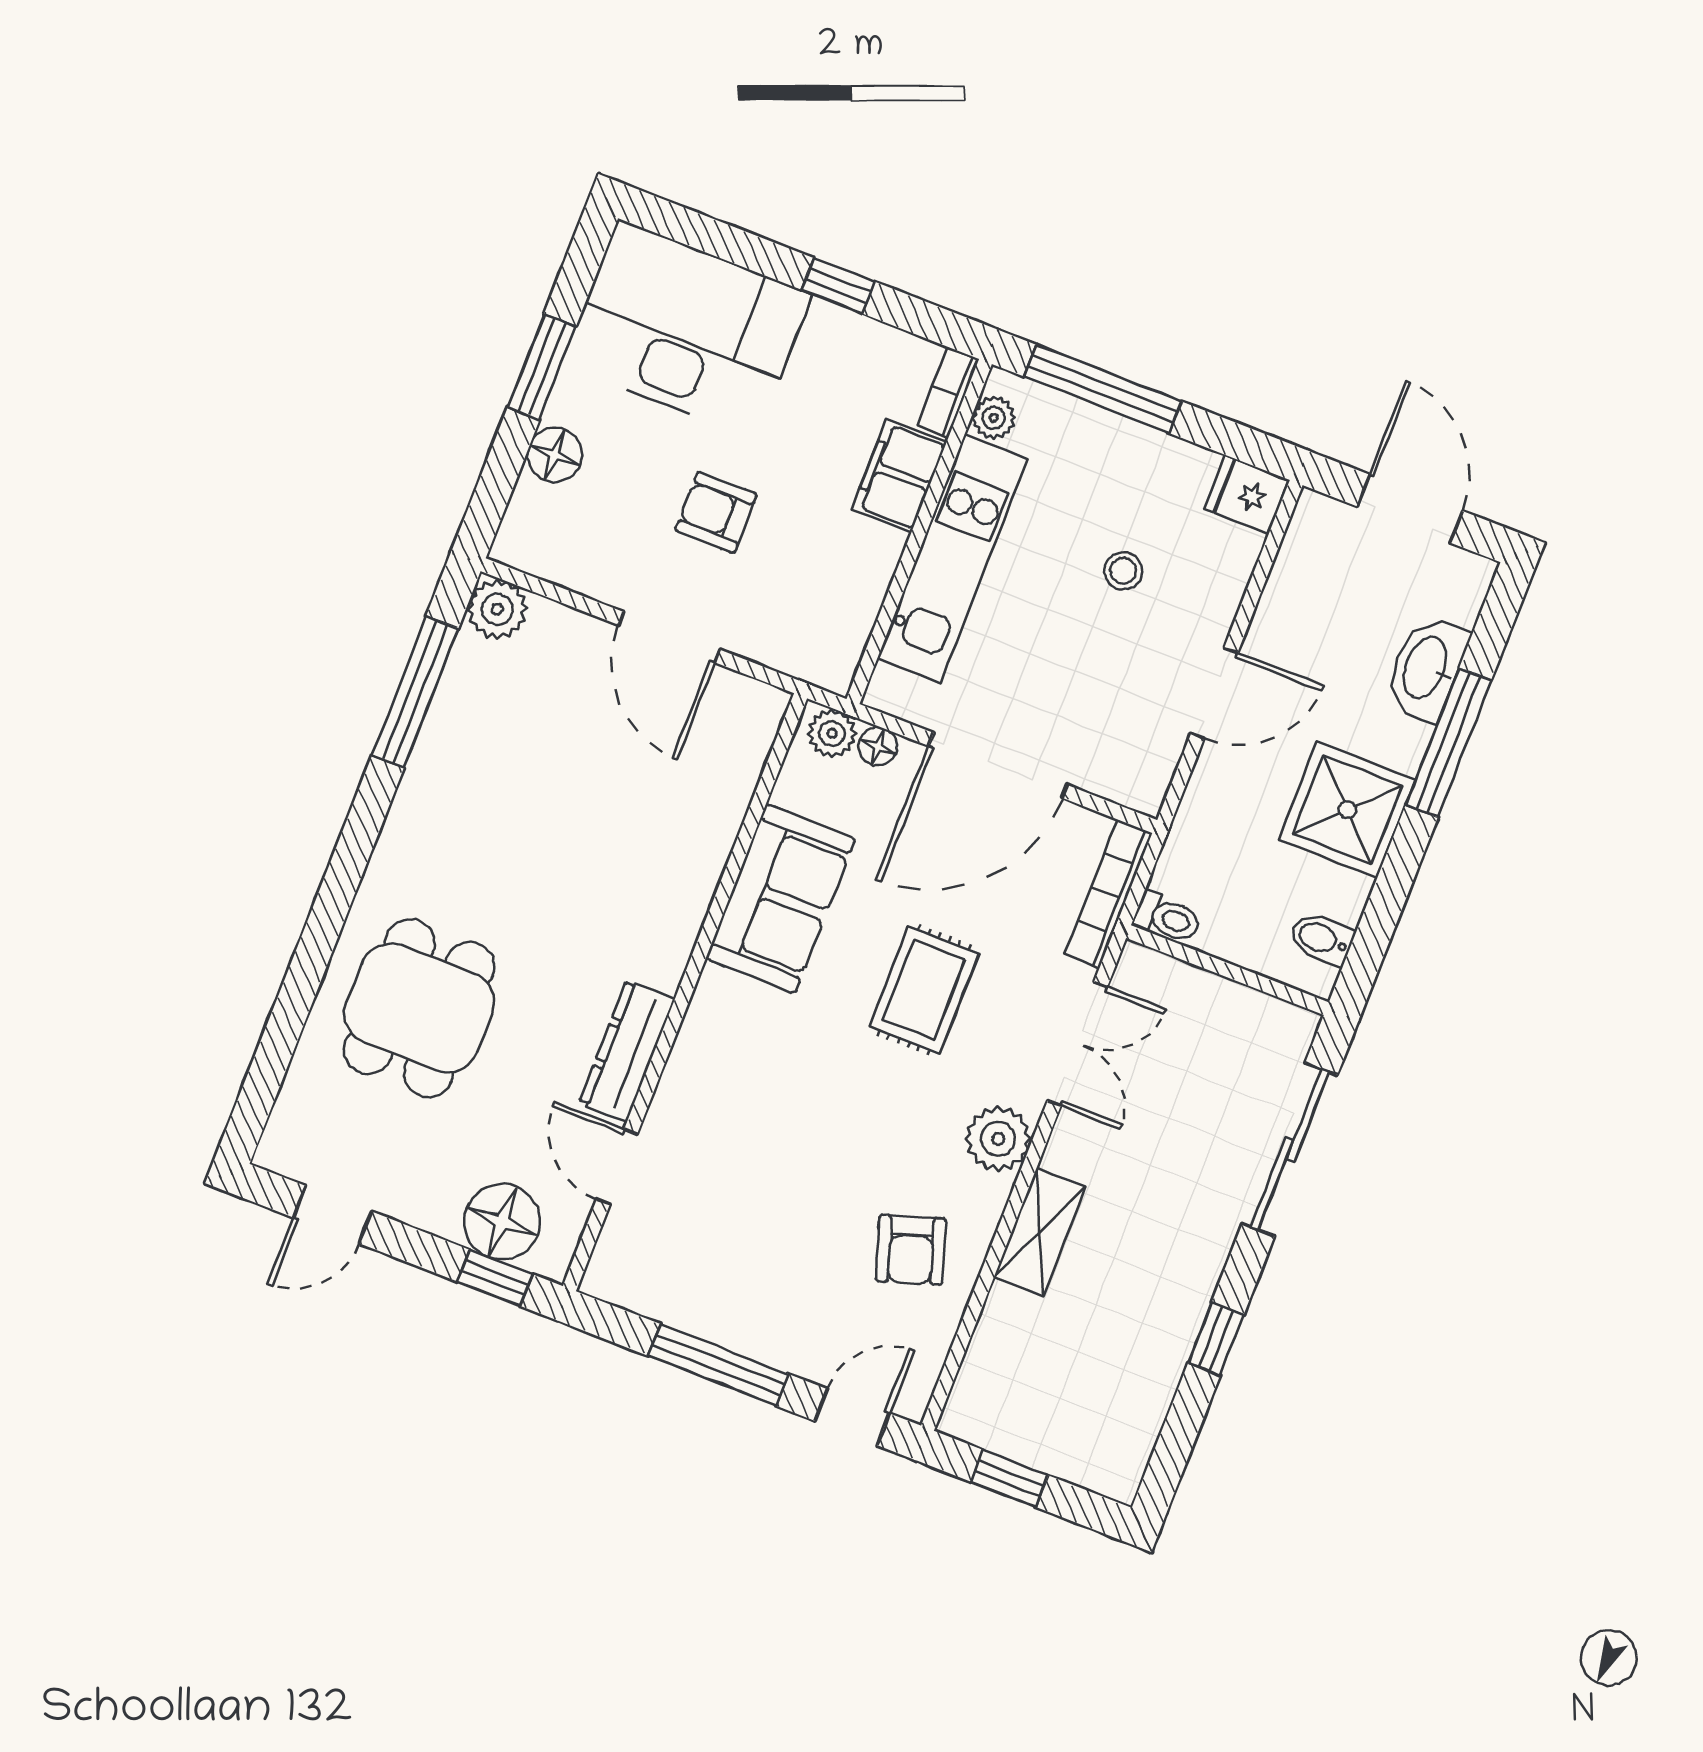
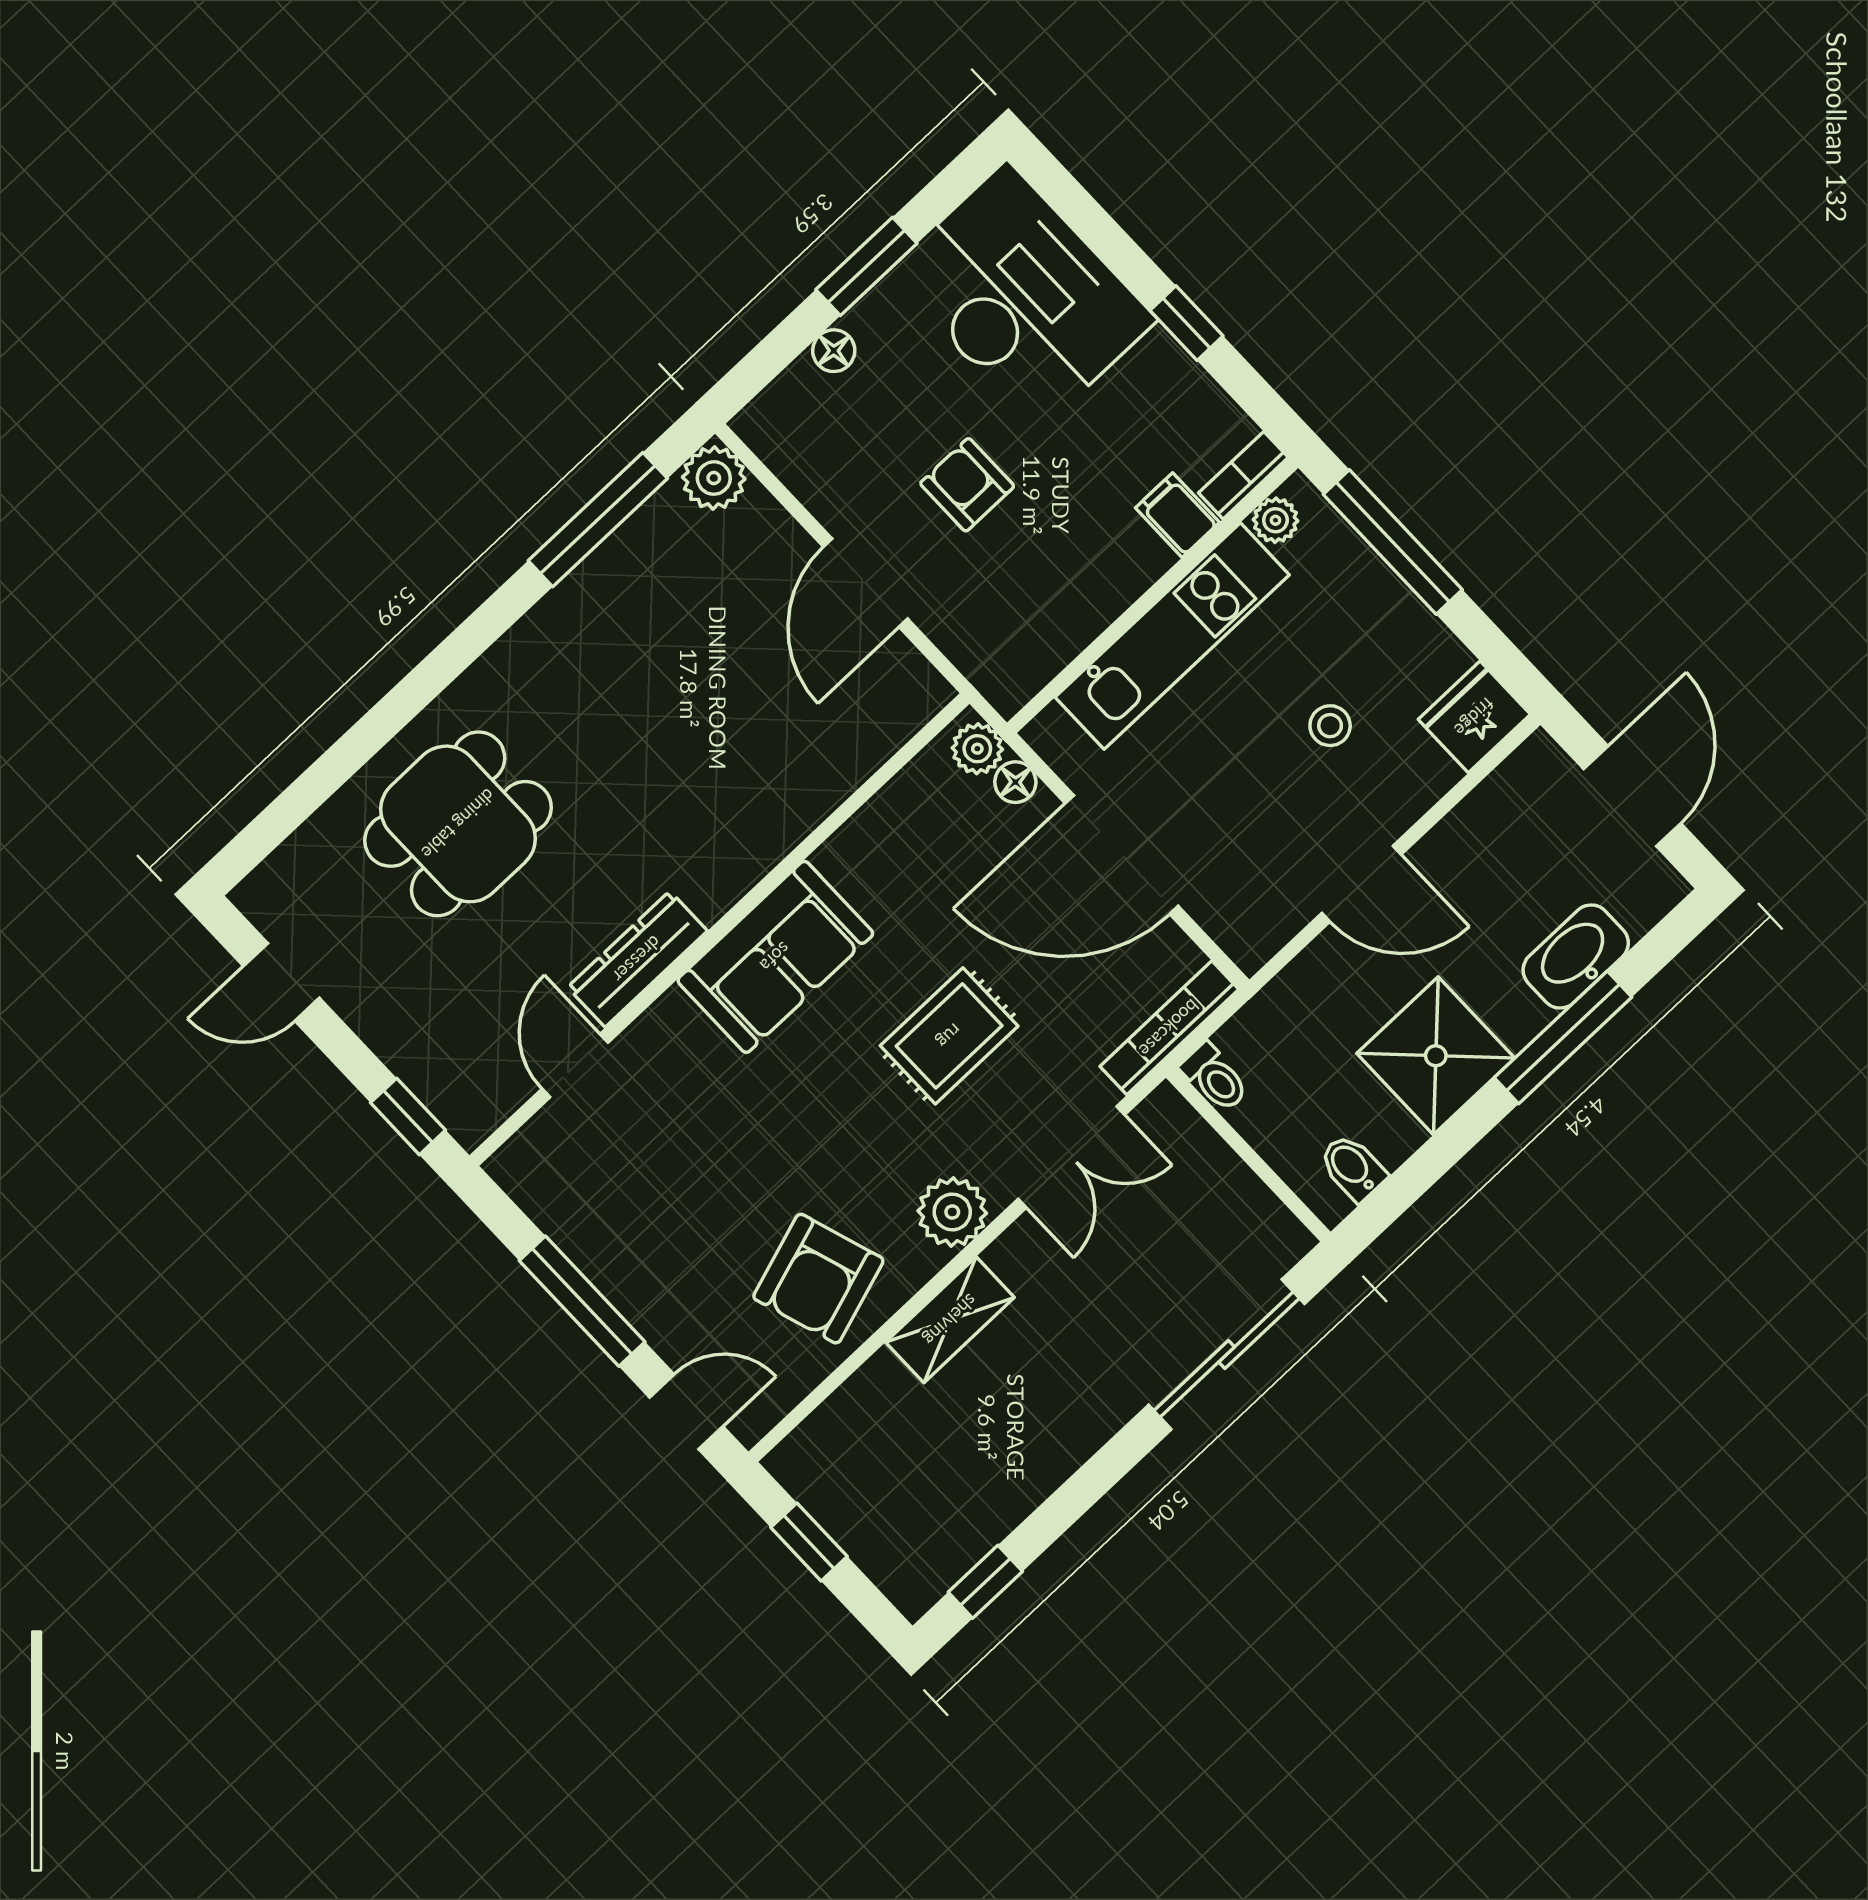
floor lamp: (555, 455) -> (834, 351), width x0.73, depth x0.73
filing cabinet: (899, 476) -> (1177, 515), width x0.50
fridge: (1247, 495) -> (1474, 717), width x1.38
sofa: (781, 899) -> (775, 957), moved
floor lamp: (502, 1222) -> (440, 1066), removed
armchair: (911, 1250) -> (818, 1279), width x1.38, depth x1.38
window: (1216, 1339) -> (985, 1582), moved

